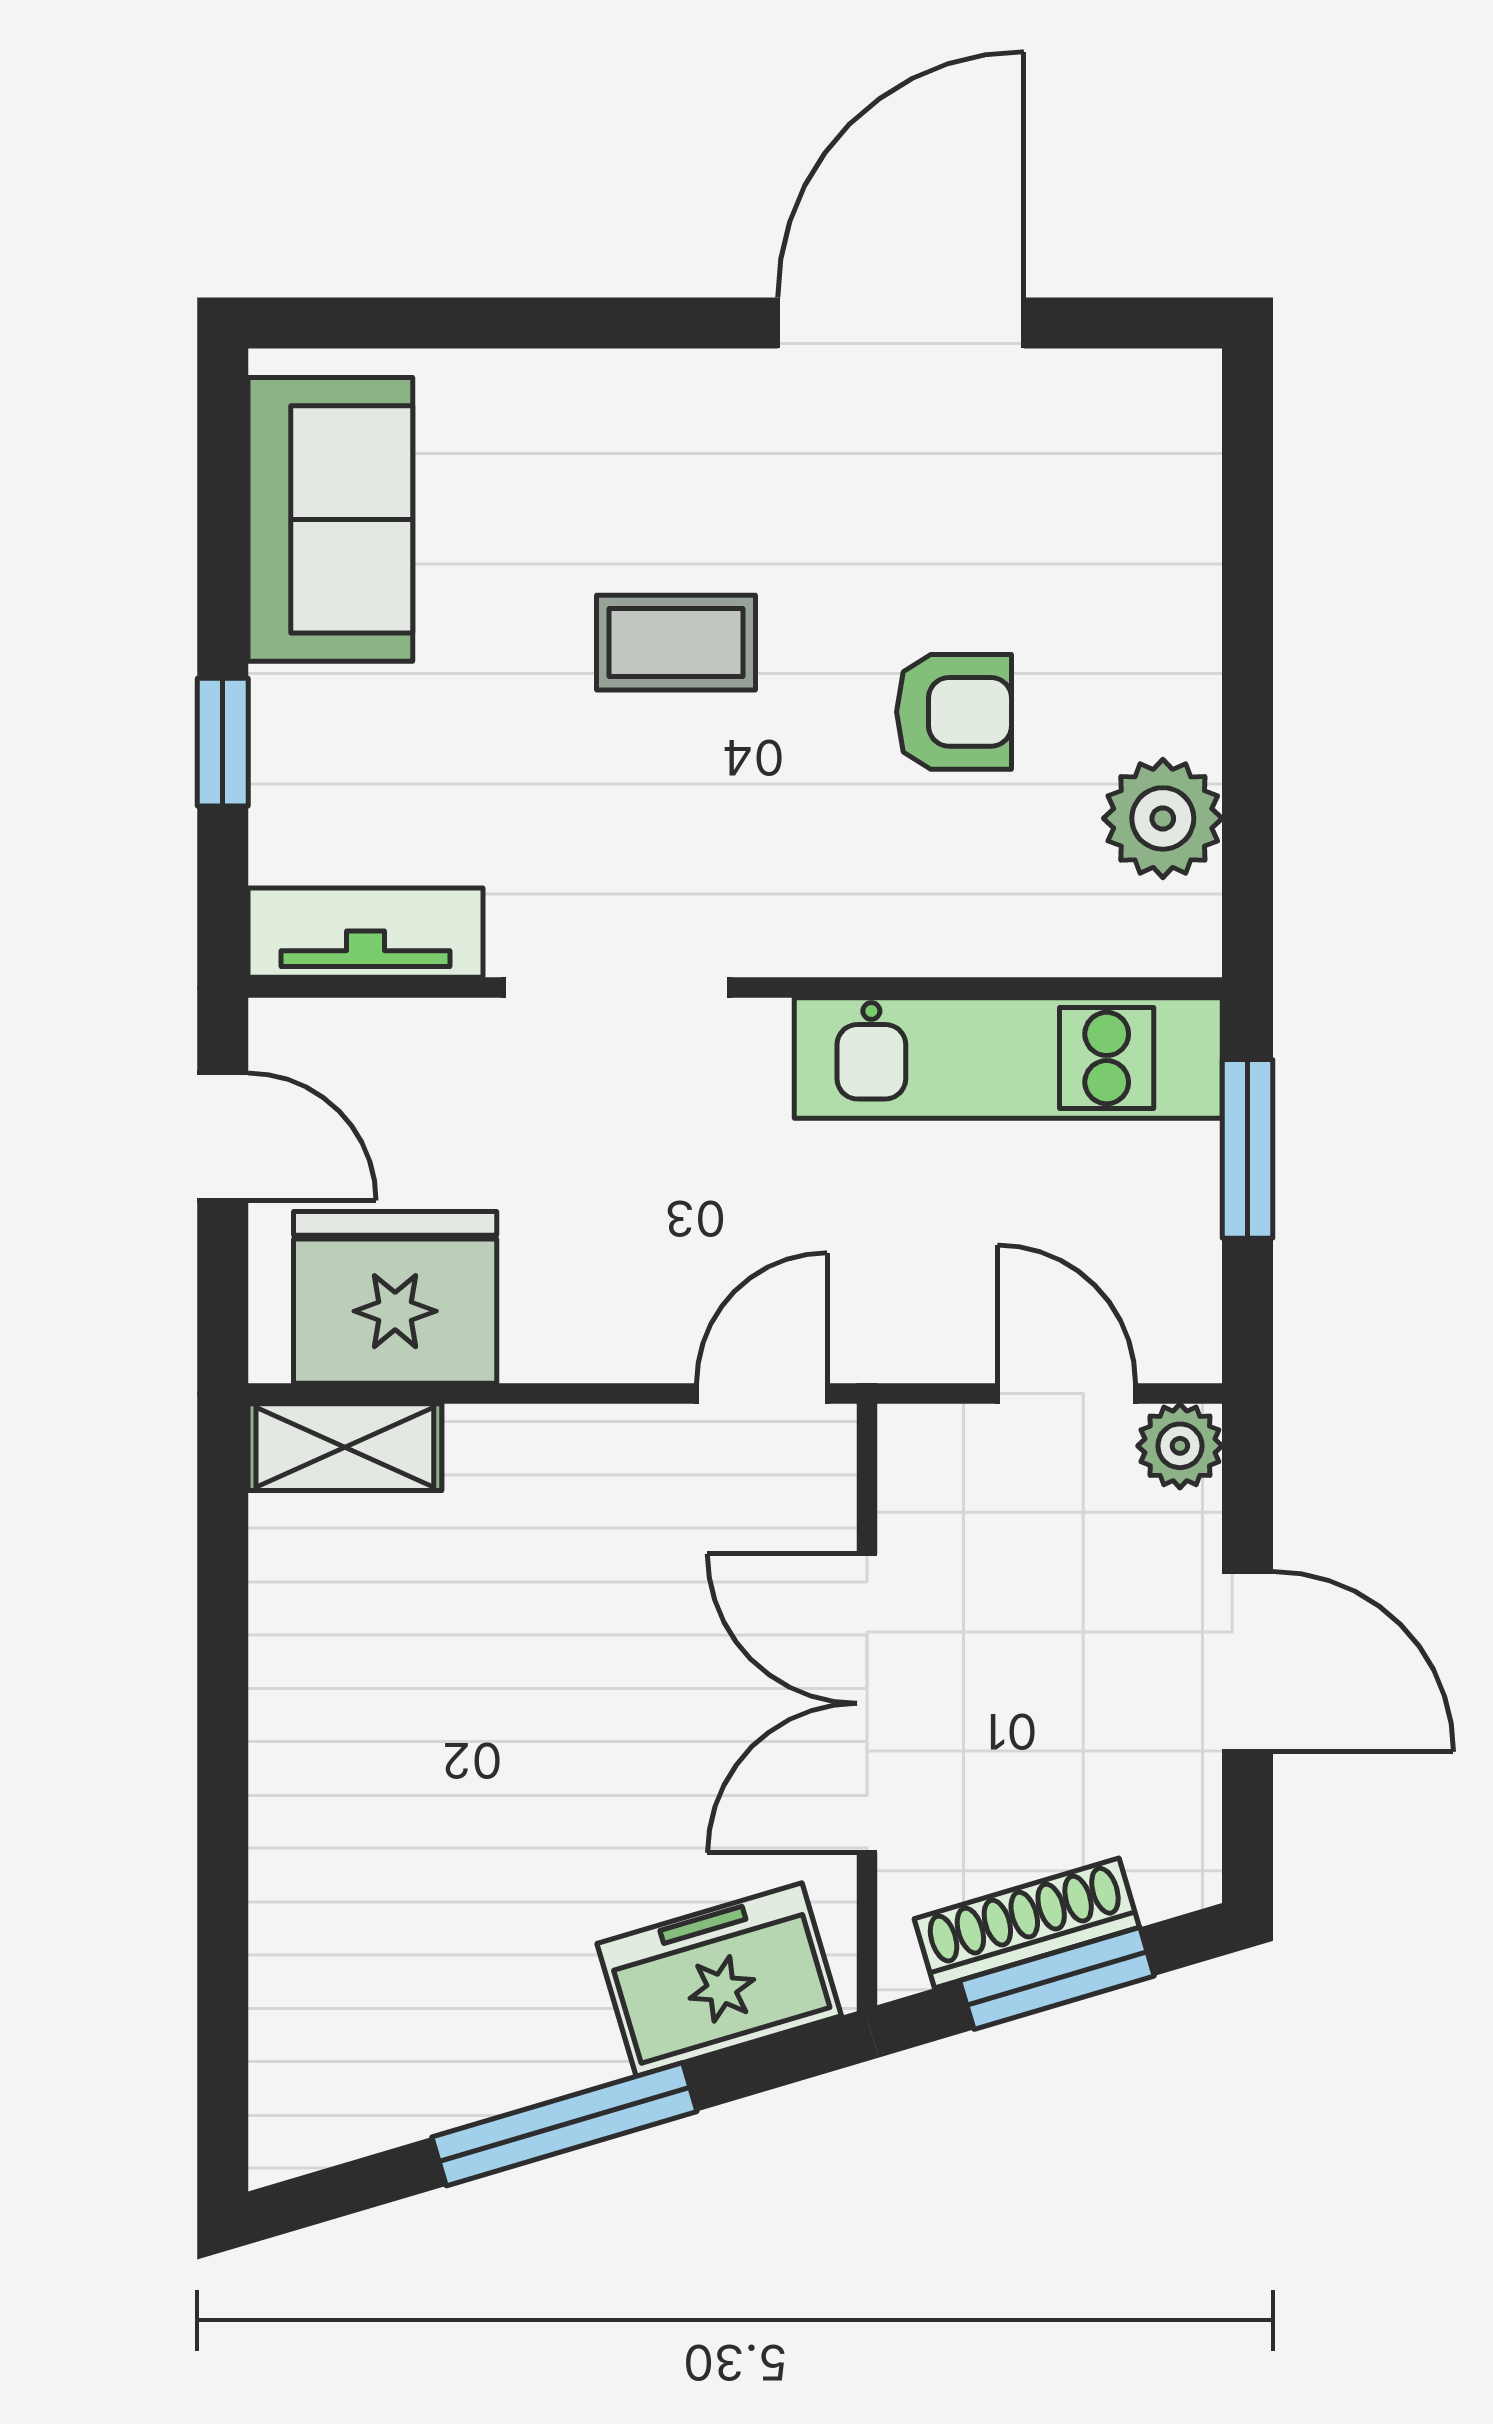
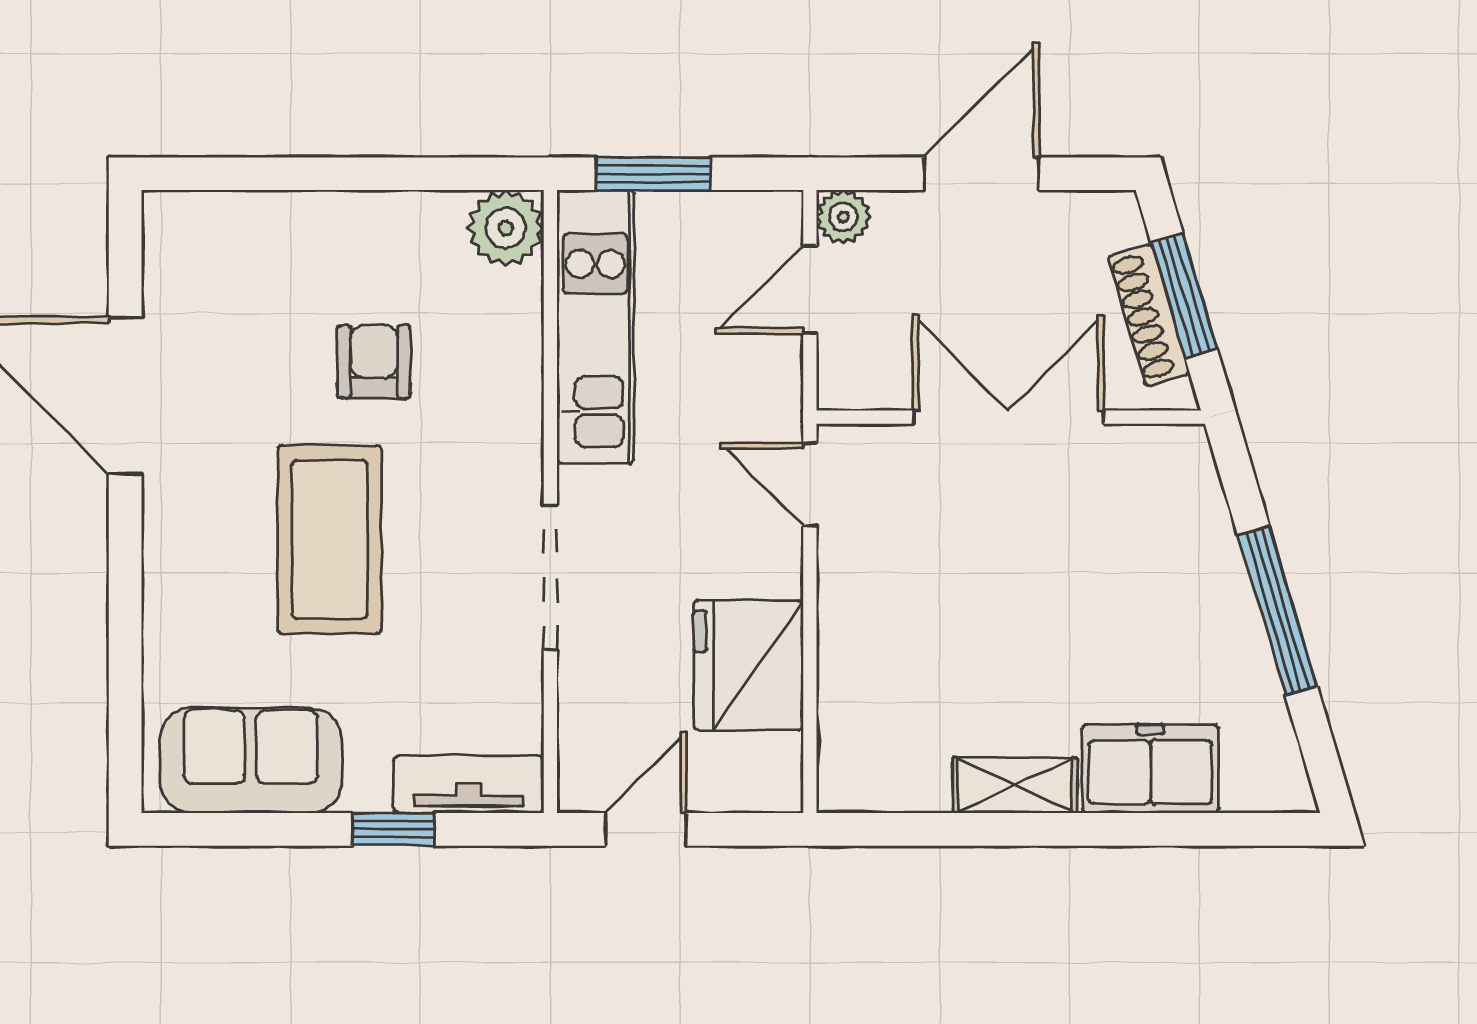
coffee table: (676, 643) -> (330, 539), width x1.86, depth x1.72
plant: (1163, 818) -> (506, 228), moved
tv unit: (366, 933) -> (469, 784), moved, turned 90
fridge: (395, 1297) -> (748, 665), moved
shelving: (345, 1447) -> (1015, 785), moved, turned 90
double door: (867, 1703) -> (1008, 417), swing flipped
freezer: (719, 1980) -> (1150, 769), moved, turned 107

